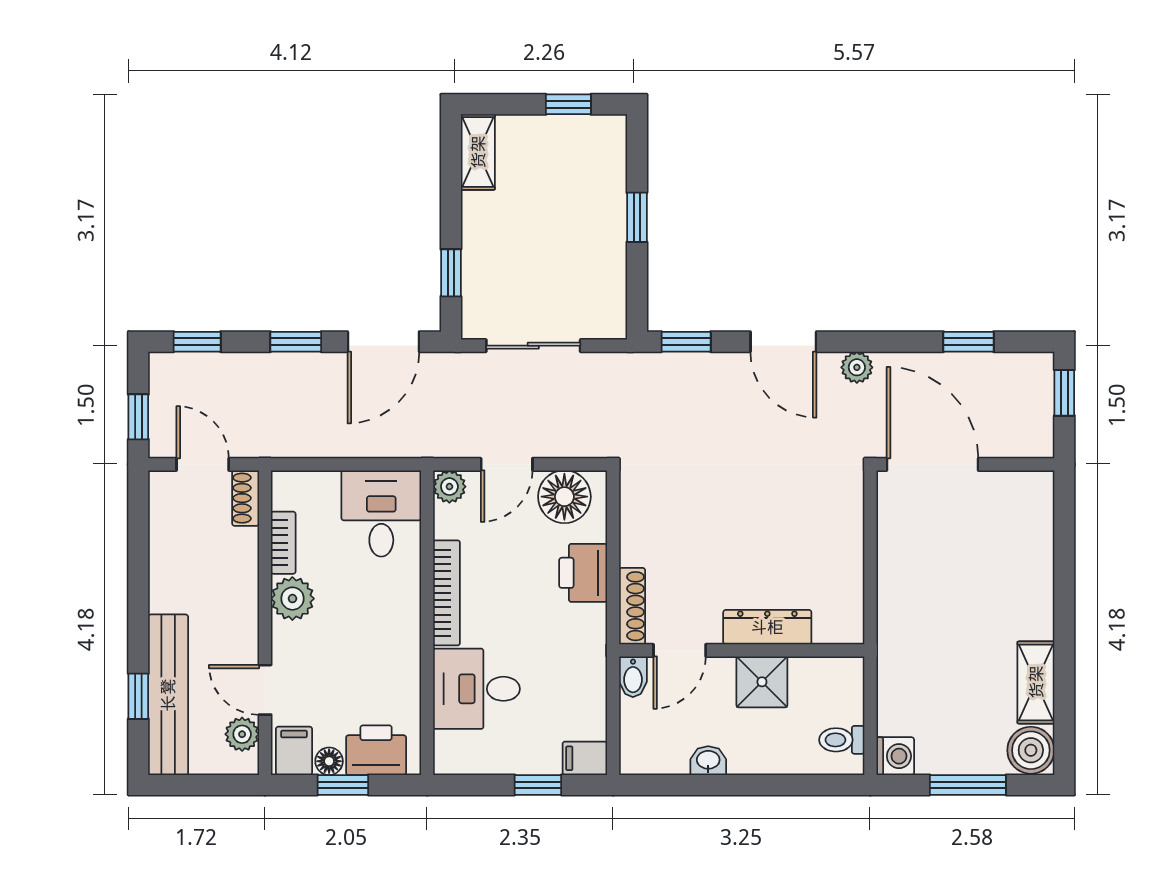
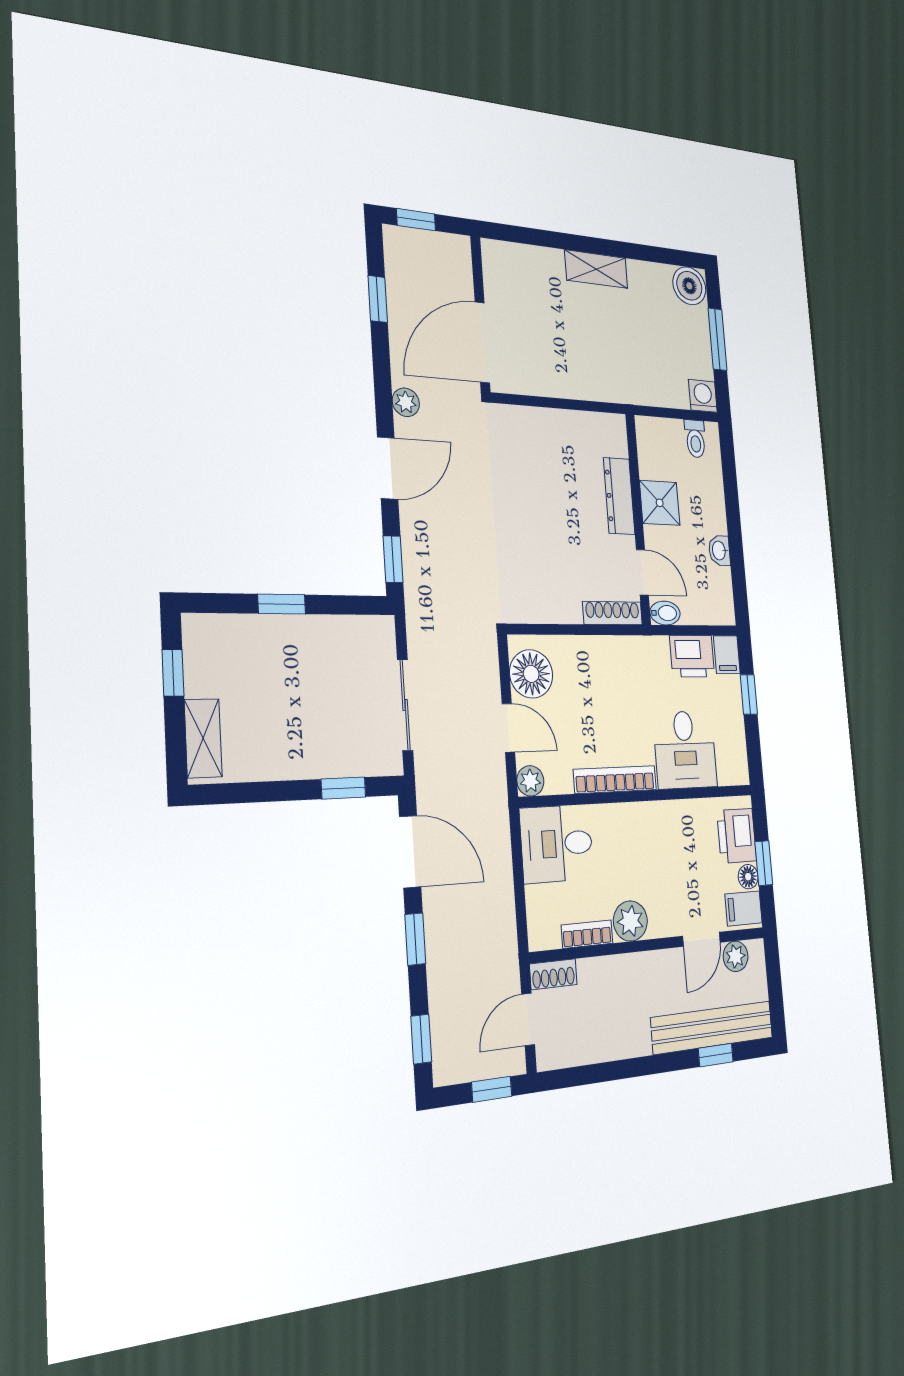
shelving: (478, 152) -> (203, 738), moved, turned 90
printer: (583, 573) -> (692, 656), moved
shelving: (1036, 682) -> (596, 269), moved

